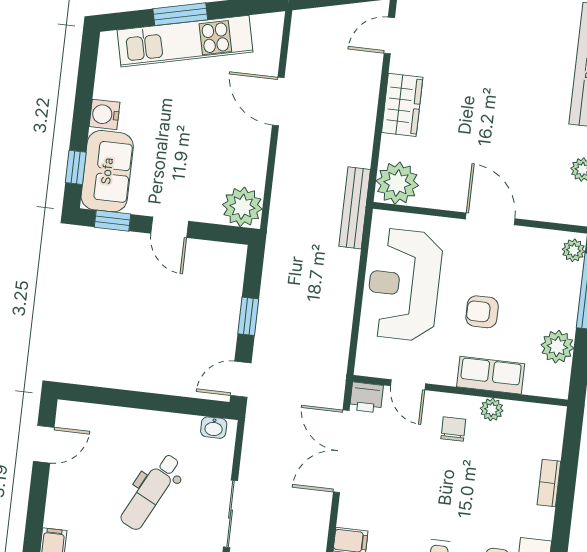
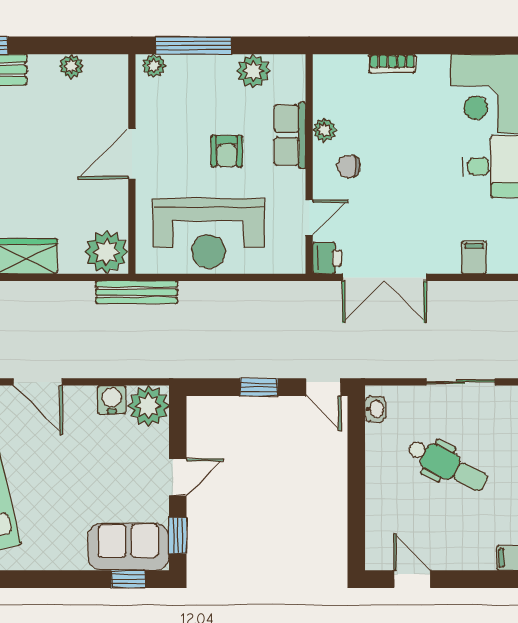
door: (278, 102) -> (38, 382), hinge flipped
water cooler: (105, 114) -> (112, 400), moved, turned 180

